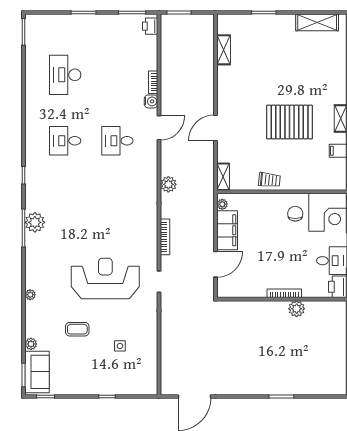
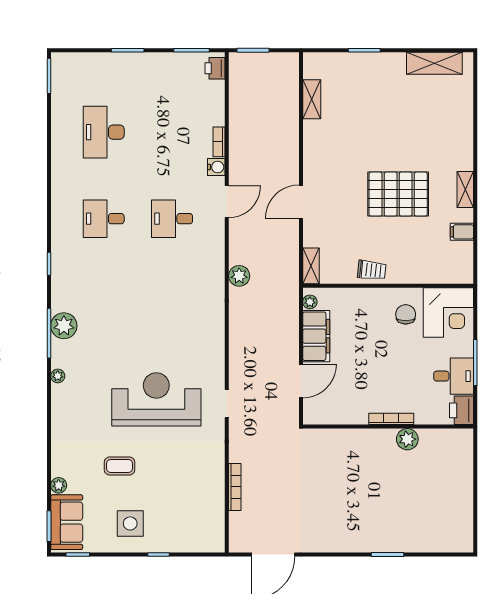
bookcase: (165, 237) -> (235, 487), moved
plant: (30, 295) -> (58, 376), moved
side table: (120, 346) -> (130, 523), moved, width x1.87, depth x1.87

